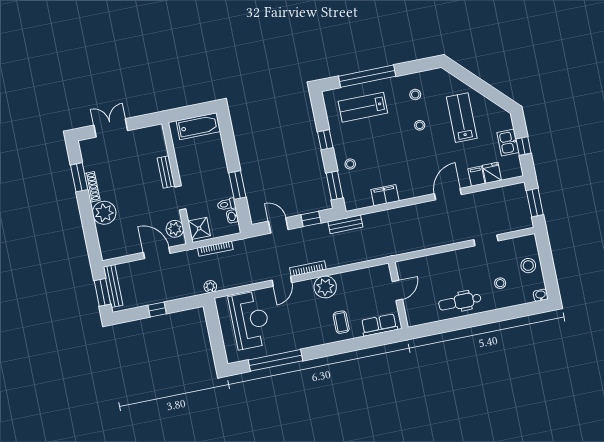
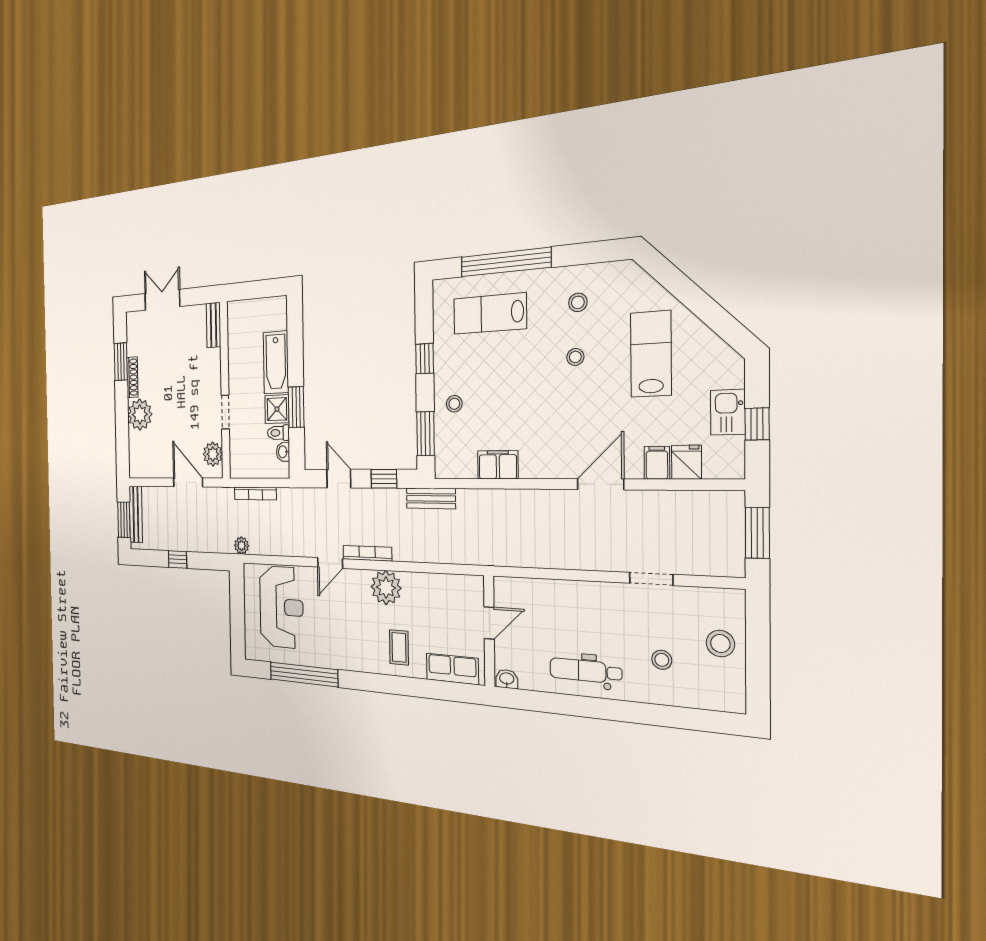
bathtub: (198, 126) -> (276, 362), moved, turned 90
bench: (166, 172) -> (214, 325), moved
shower: (199, 228) -> (277, 409), moved
washbasin: (541, 295) -> (507, 679), moved

